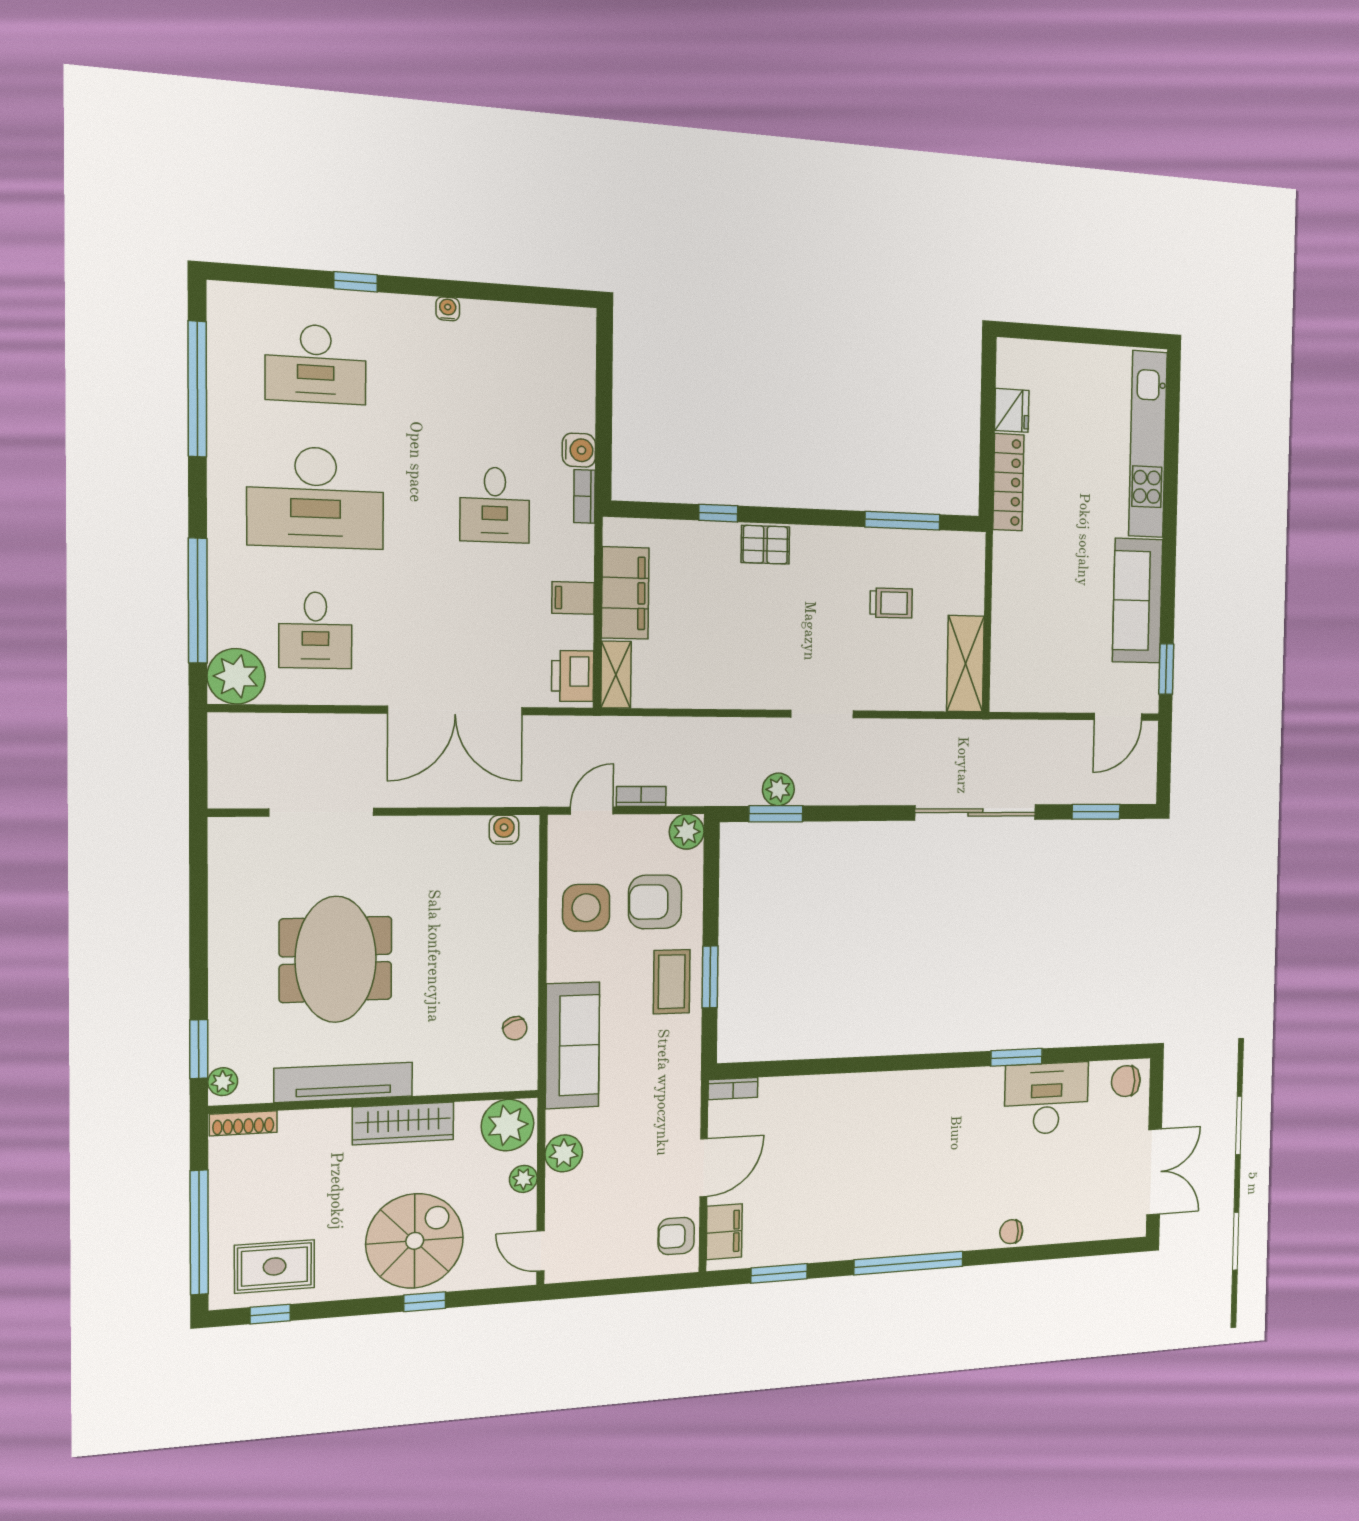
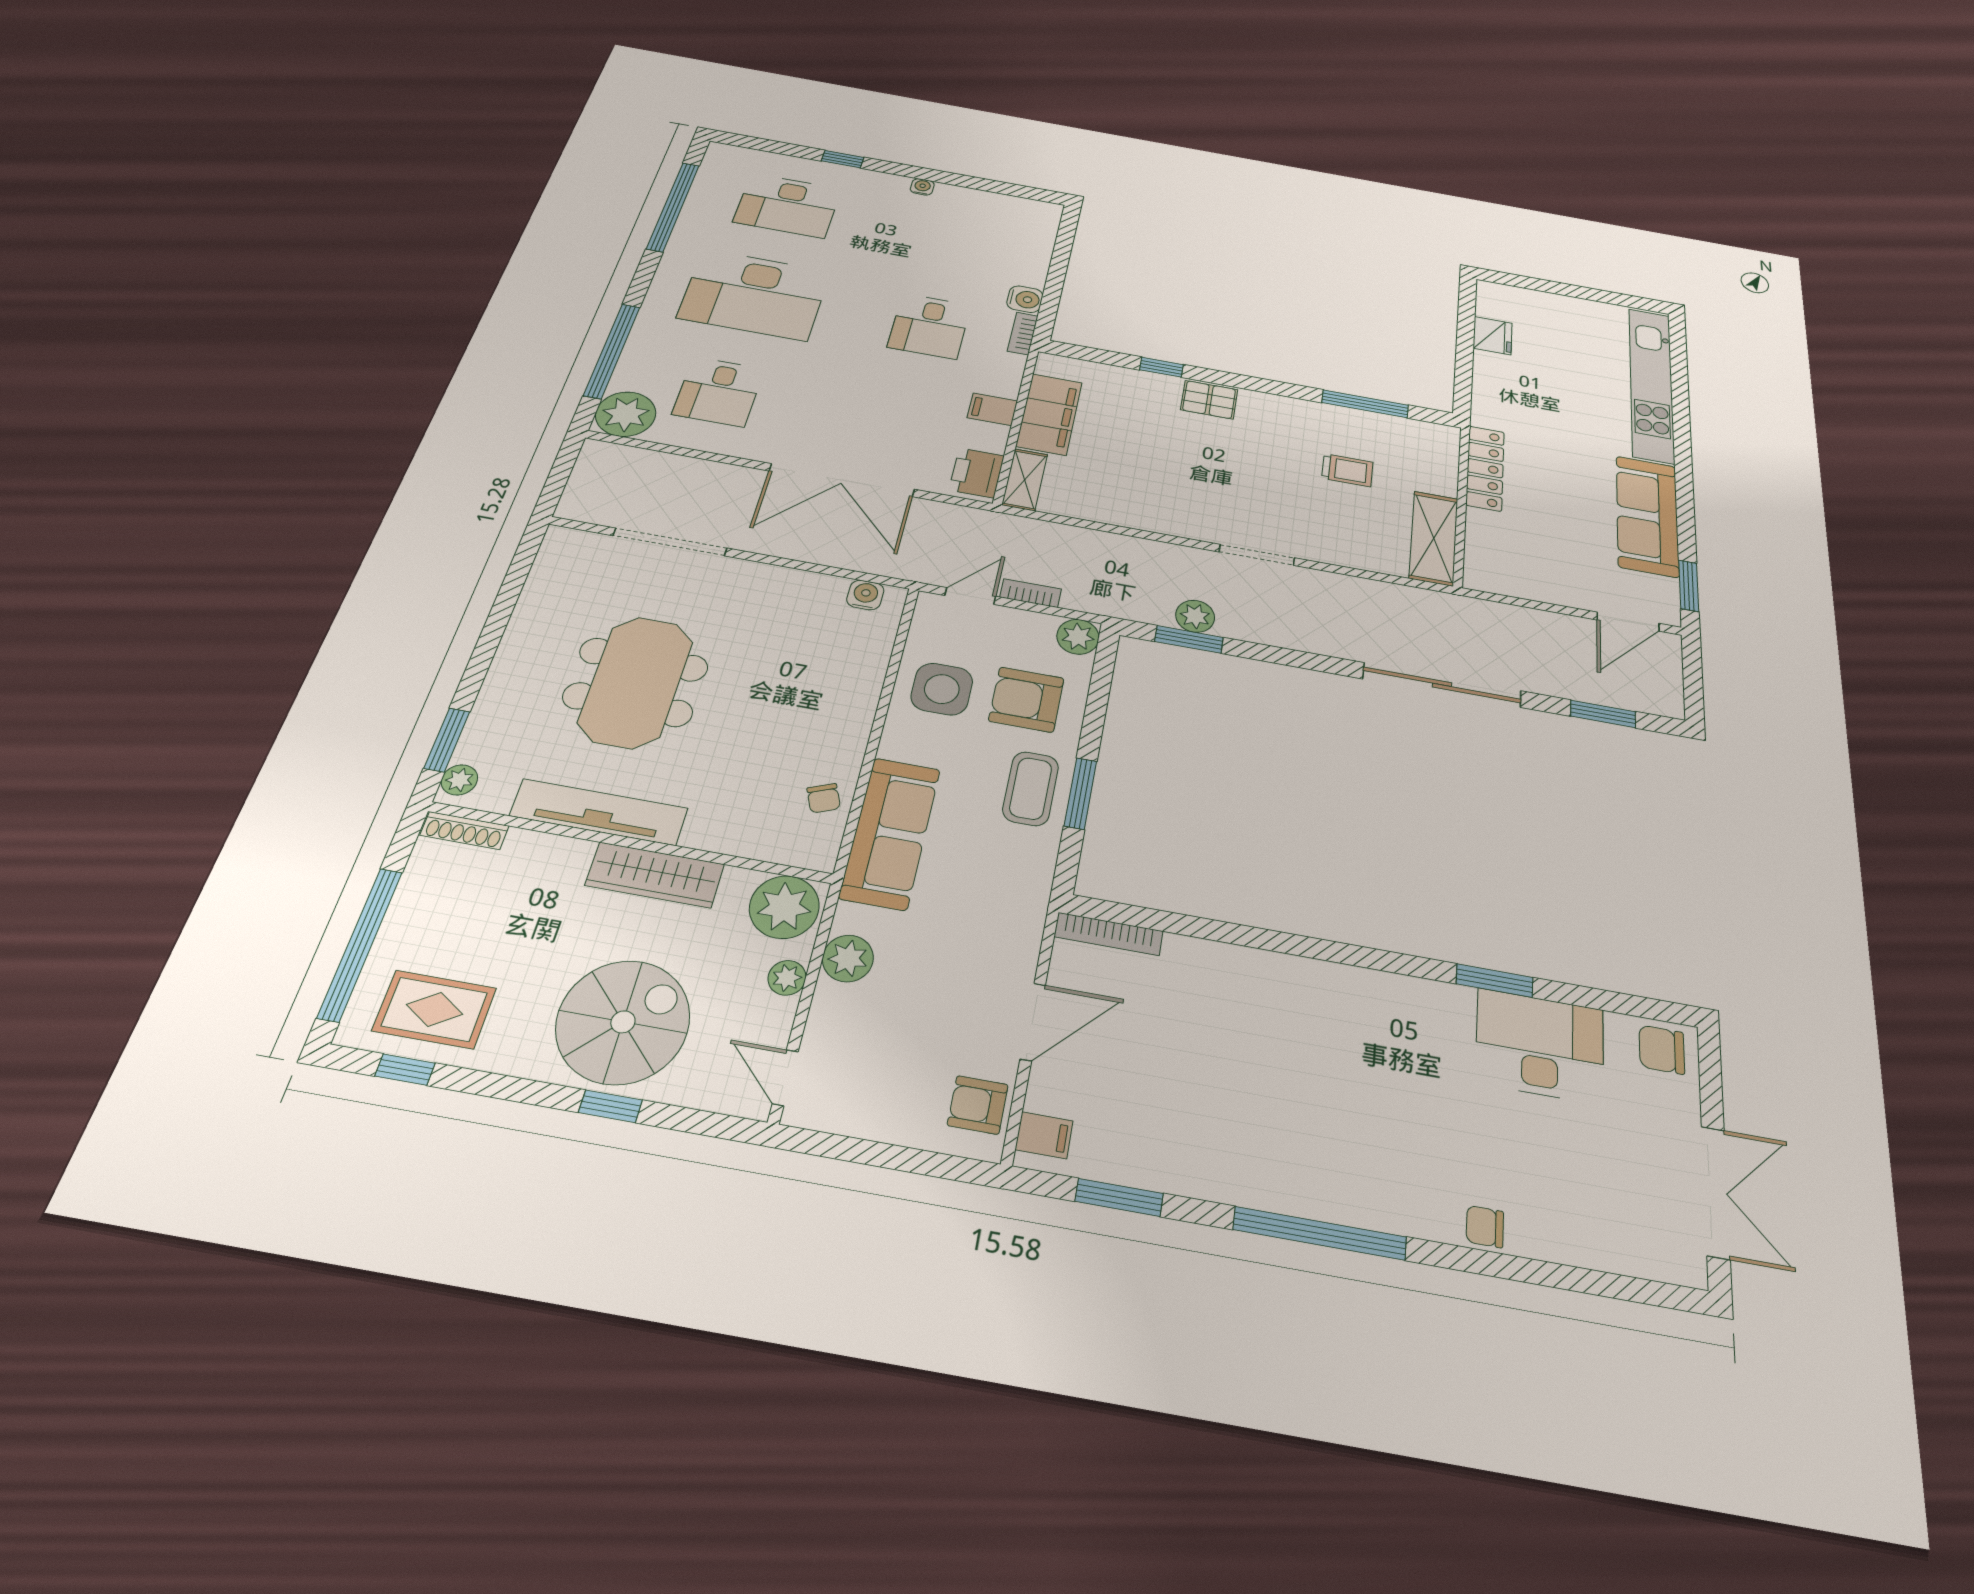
locker: (1008, 482) -> (1485, 468), moved
bookcase: (733, 1089) -> (1109, 934), width x1.56
filing cabinet: (724, 1232) -> (1044, 1135), width x0.50

